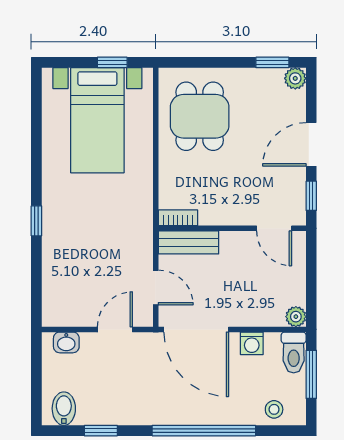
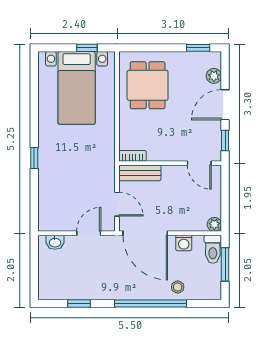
plant: (295, 78) -> (214, 76), moved
bidet: (64, 409) -> (53, 288), removed
stool: (274, 409) -> (178, 287), moved

